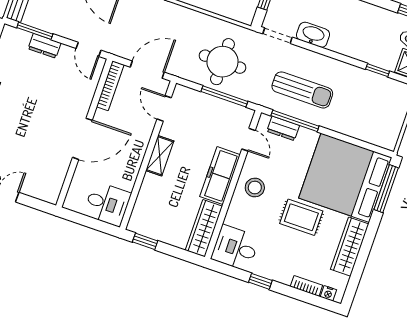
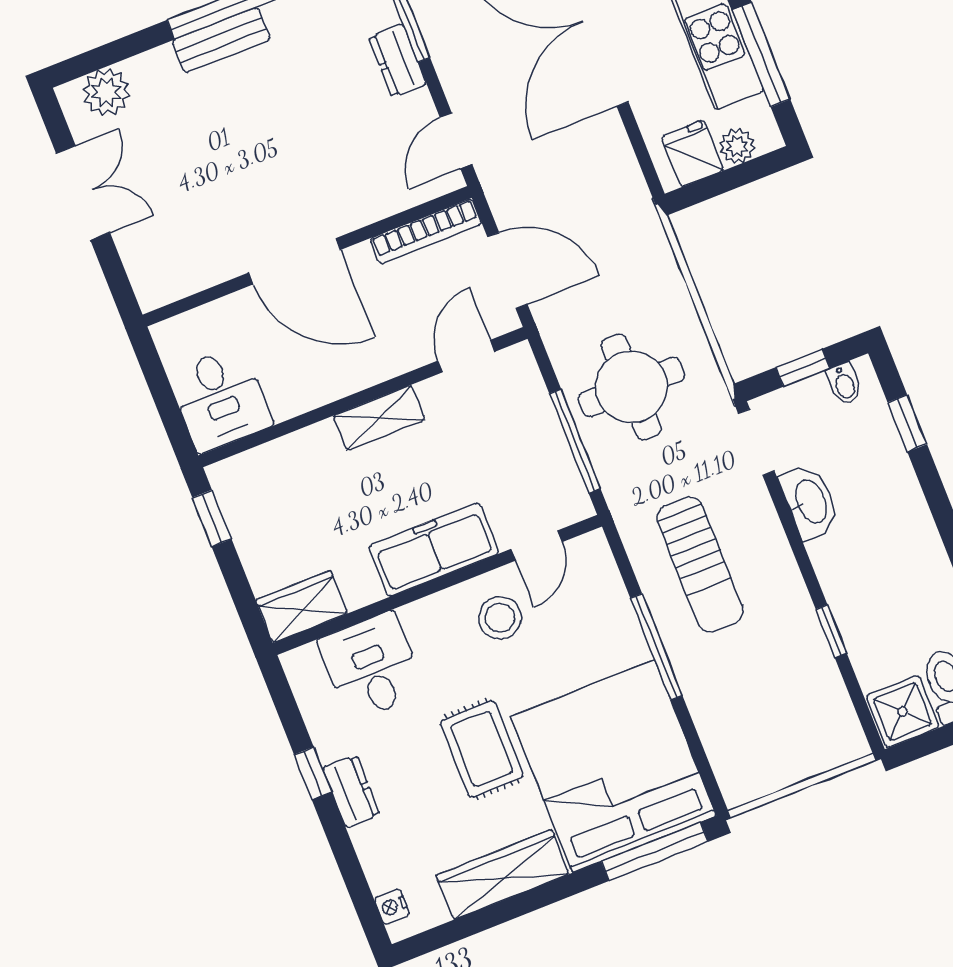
window: (378, 70) -> (831, 631), moved
window: (295, 121) -> (656, 647), moved
dresser: (283, 128) -> (351, 792), moved, turned 180
stool: (255, 187) -> (500, 618), moved
wardrobe: (204, 228) -> (302, 607), width x0.67
desk: (235, 248) -> (371, 666), moved
bookcase: (306, 286) -> (372, 858), removed

